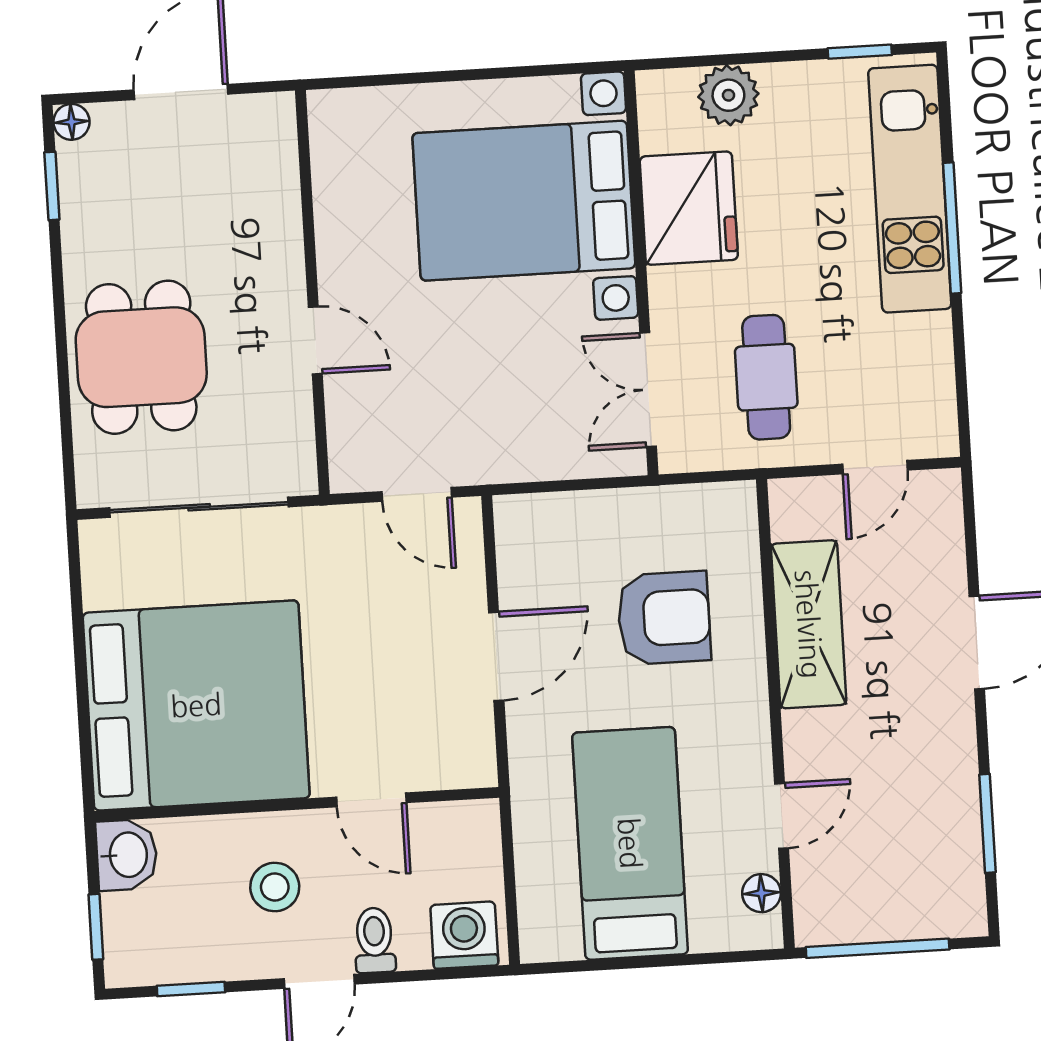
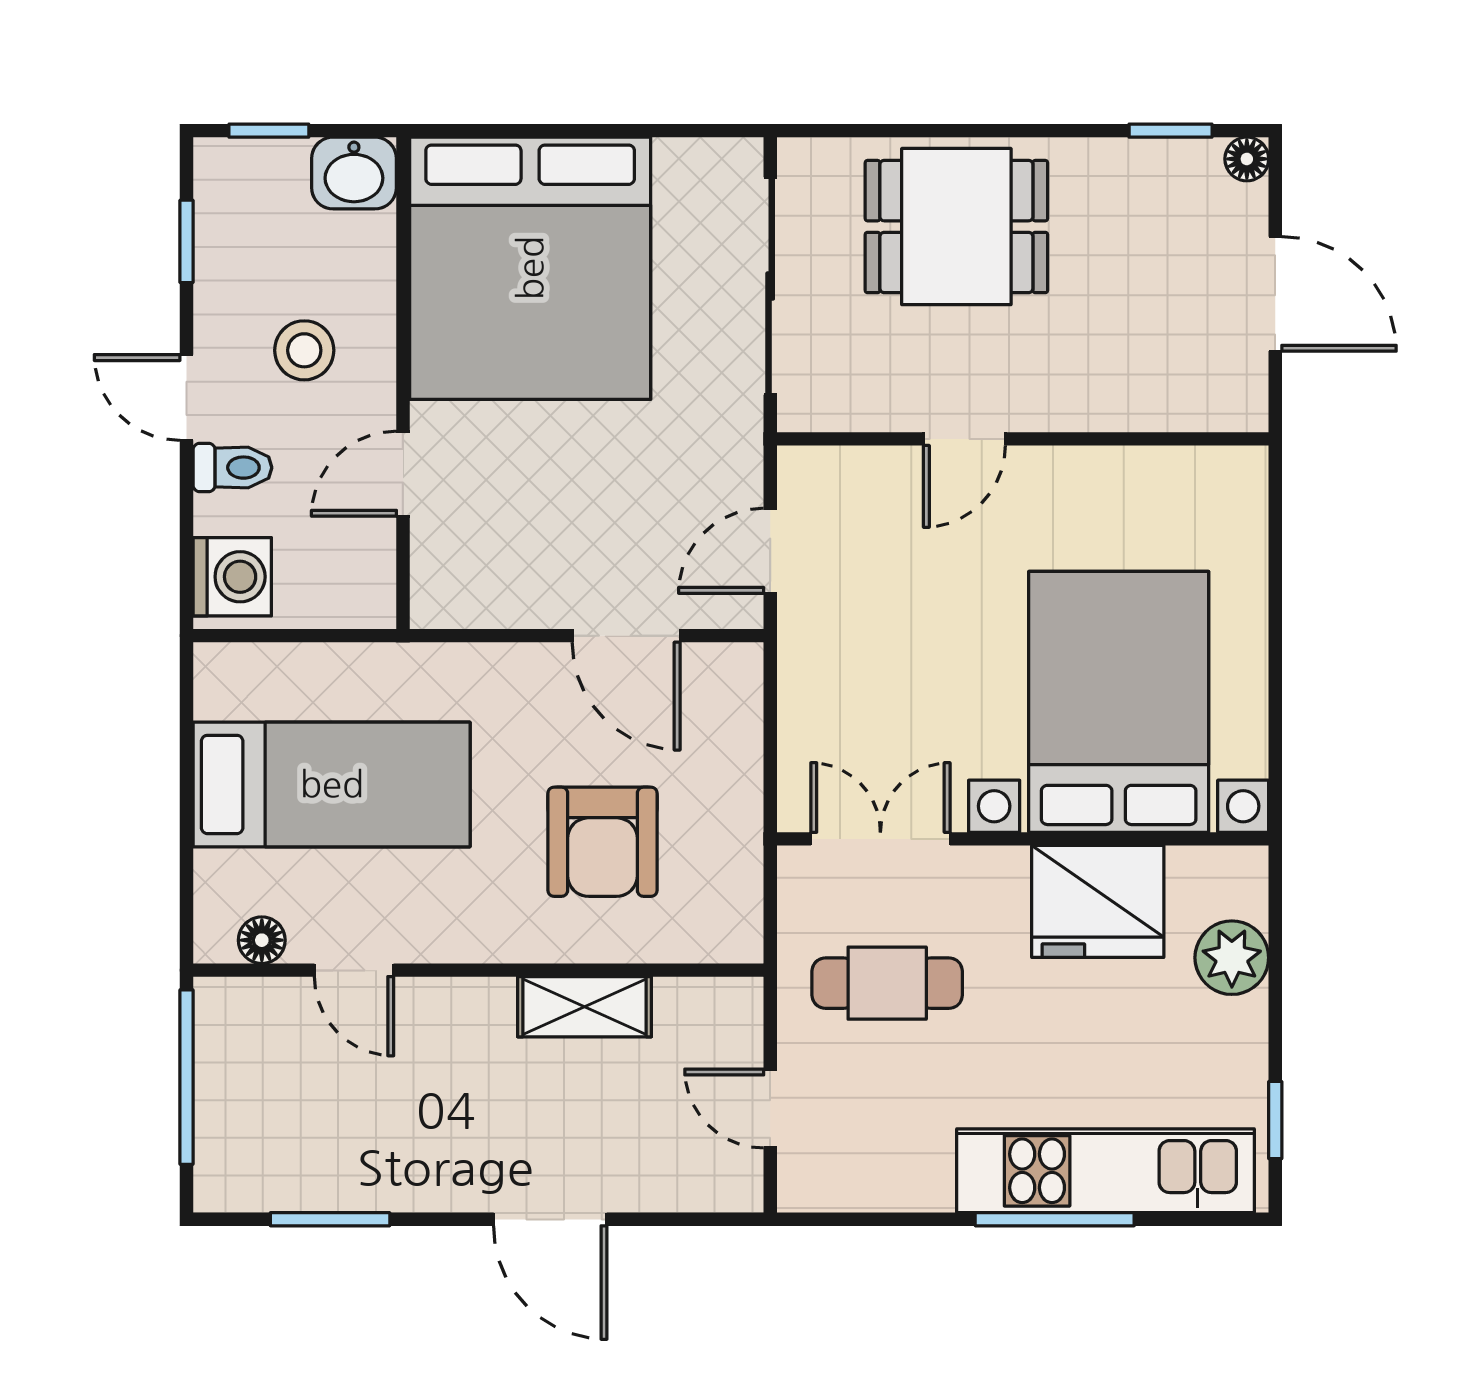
shelving: (809, 624) -> (584, 1007), width x0.67, depth x0.75
door: (496, 656) -> (626, 636), moved

